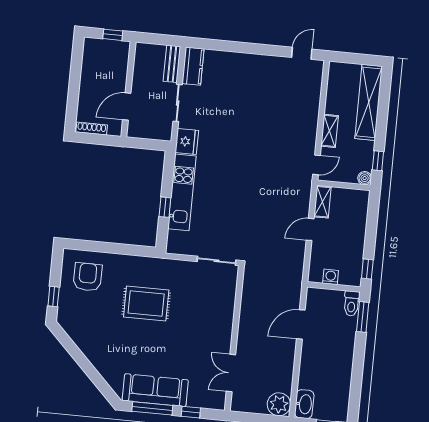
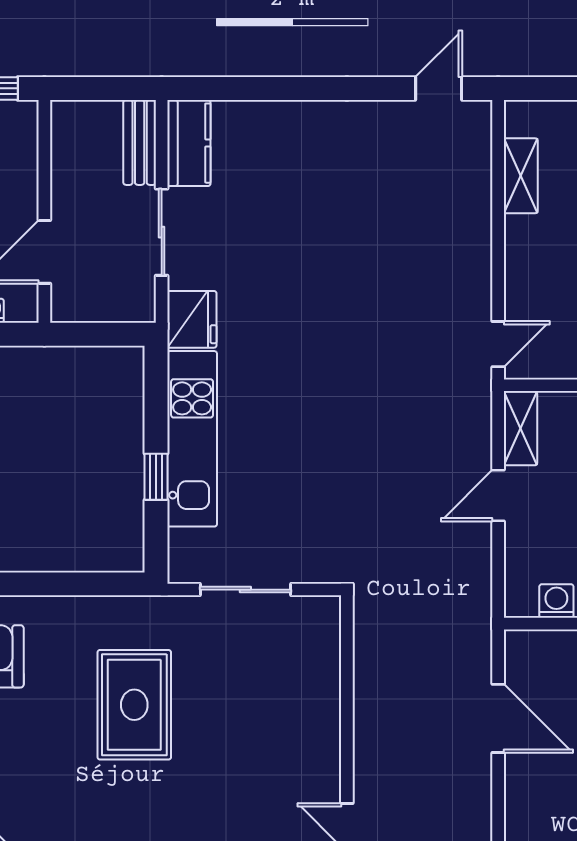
shelving: (330, 131) -> (521, 176), moved
sliding door: (217, 261) -> (245, 590), moved
rug: (146, 303) -> (134, 705), turned 90
door: (301, 324) -> (498, 718), swing flipped

